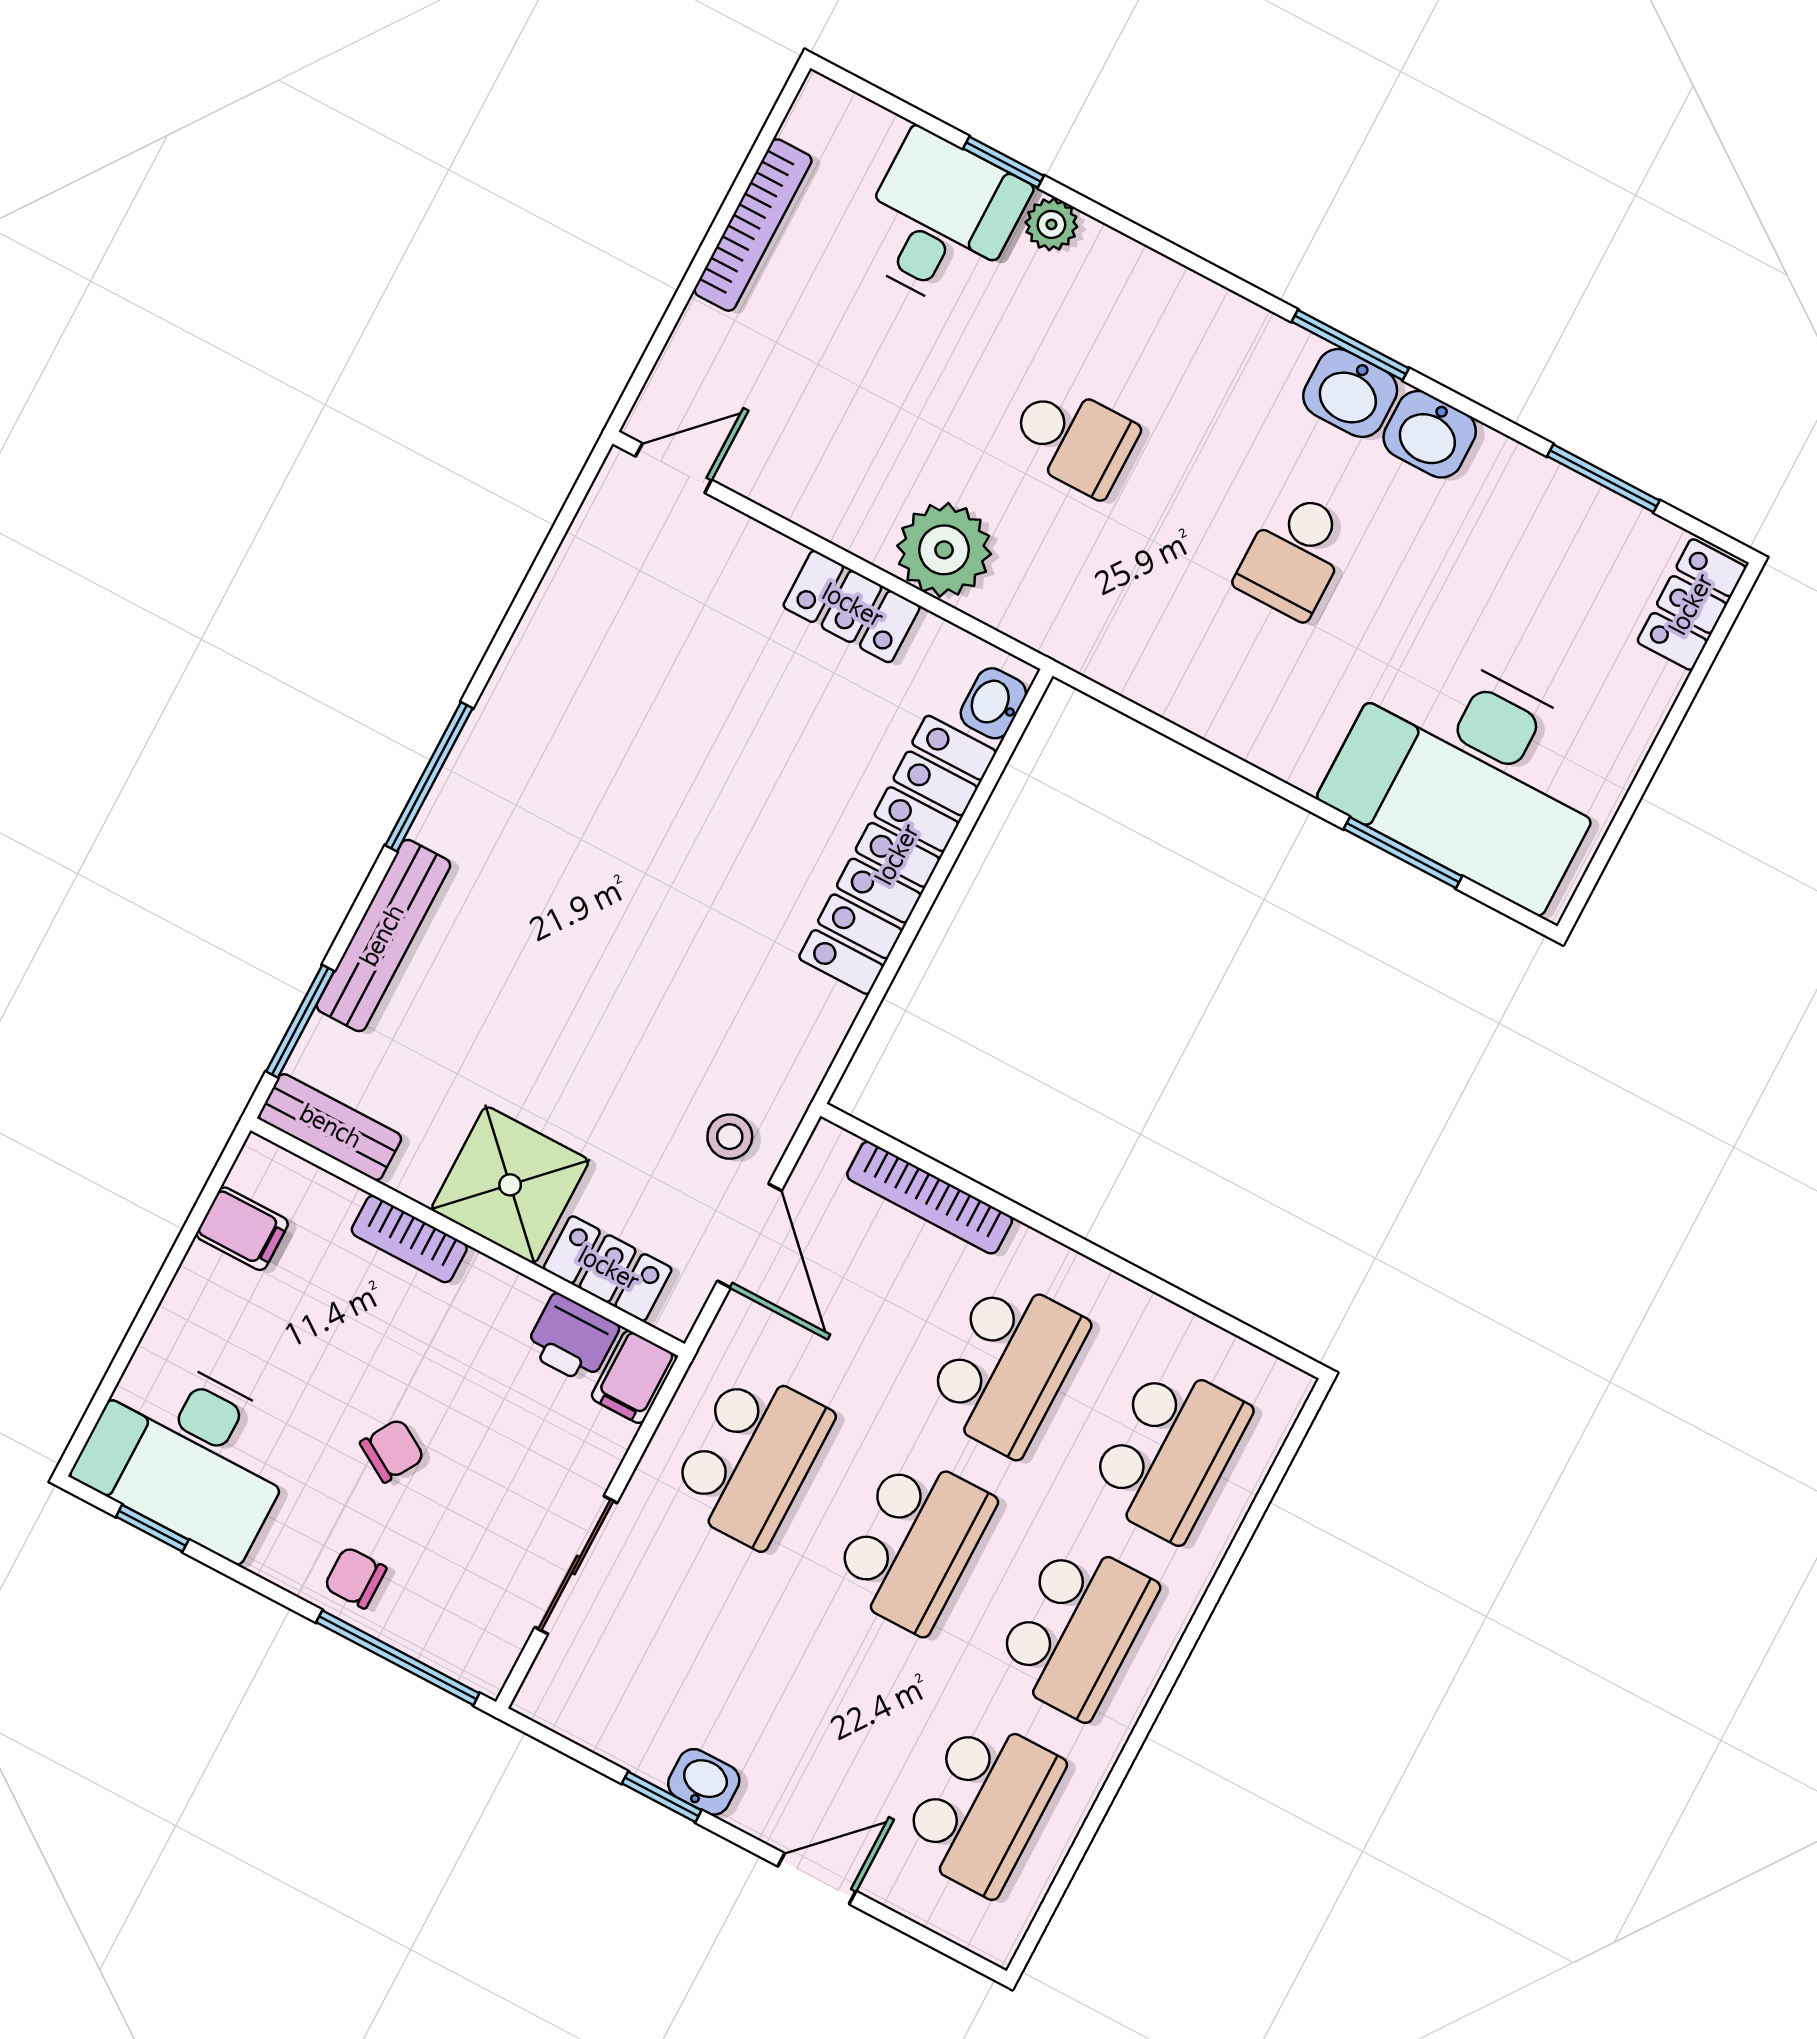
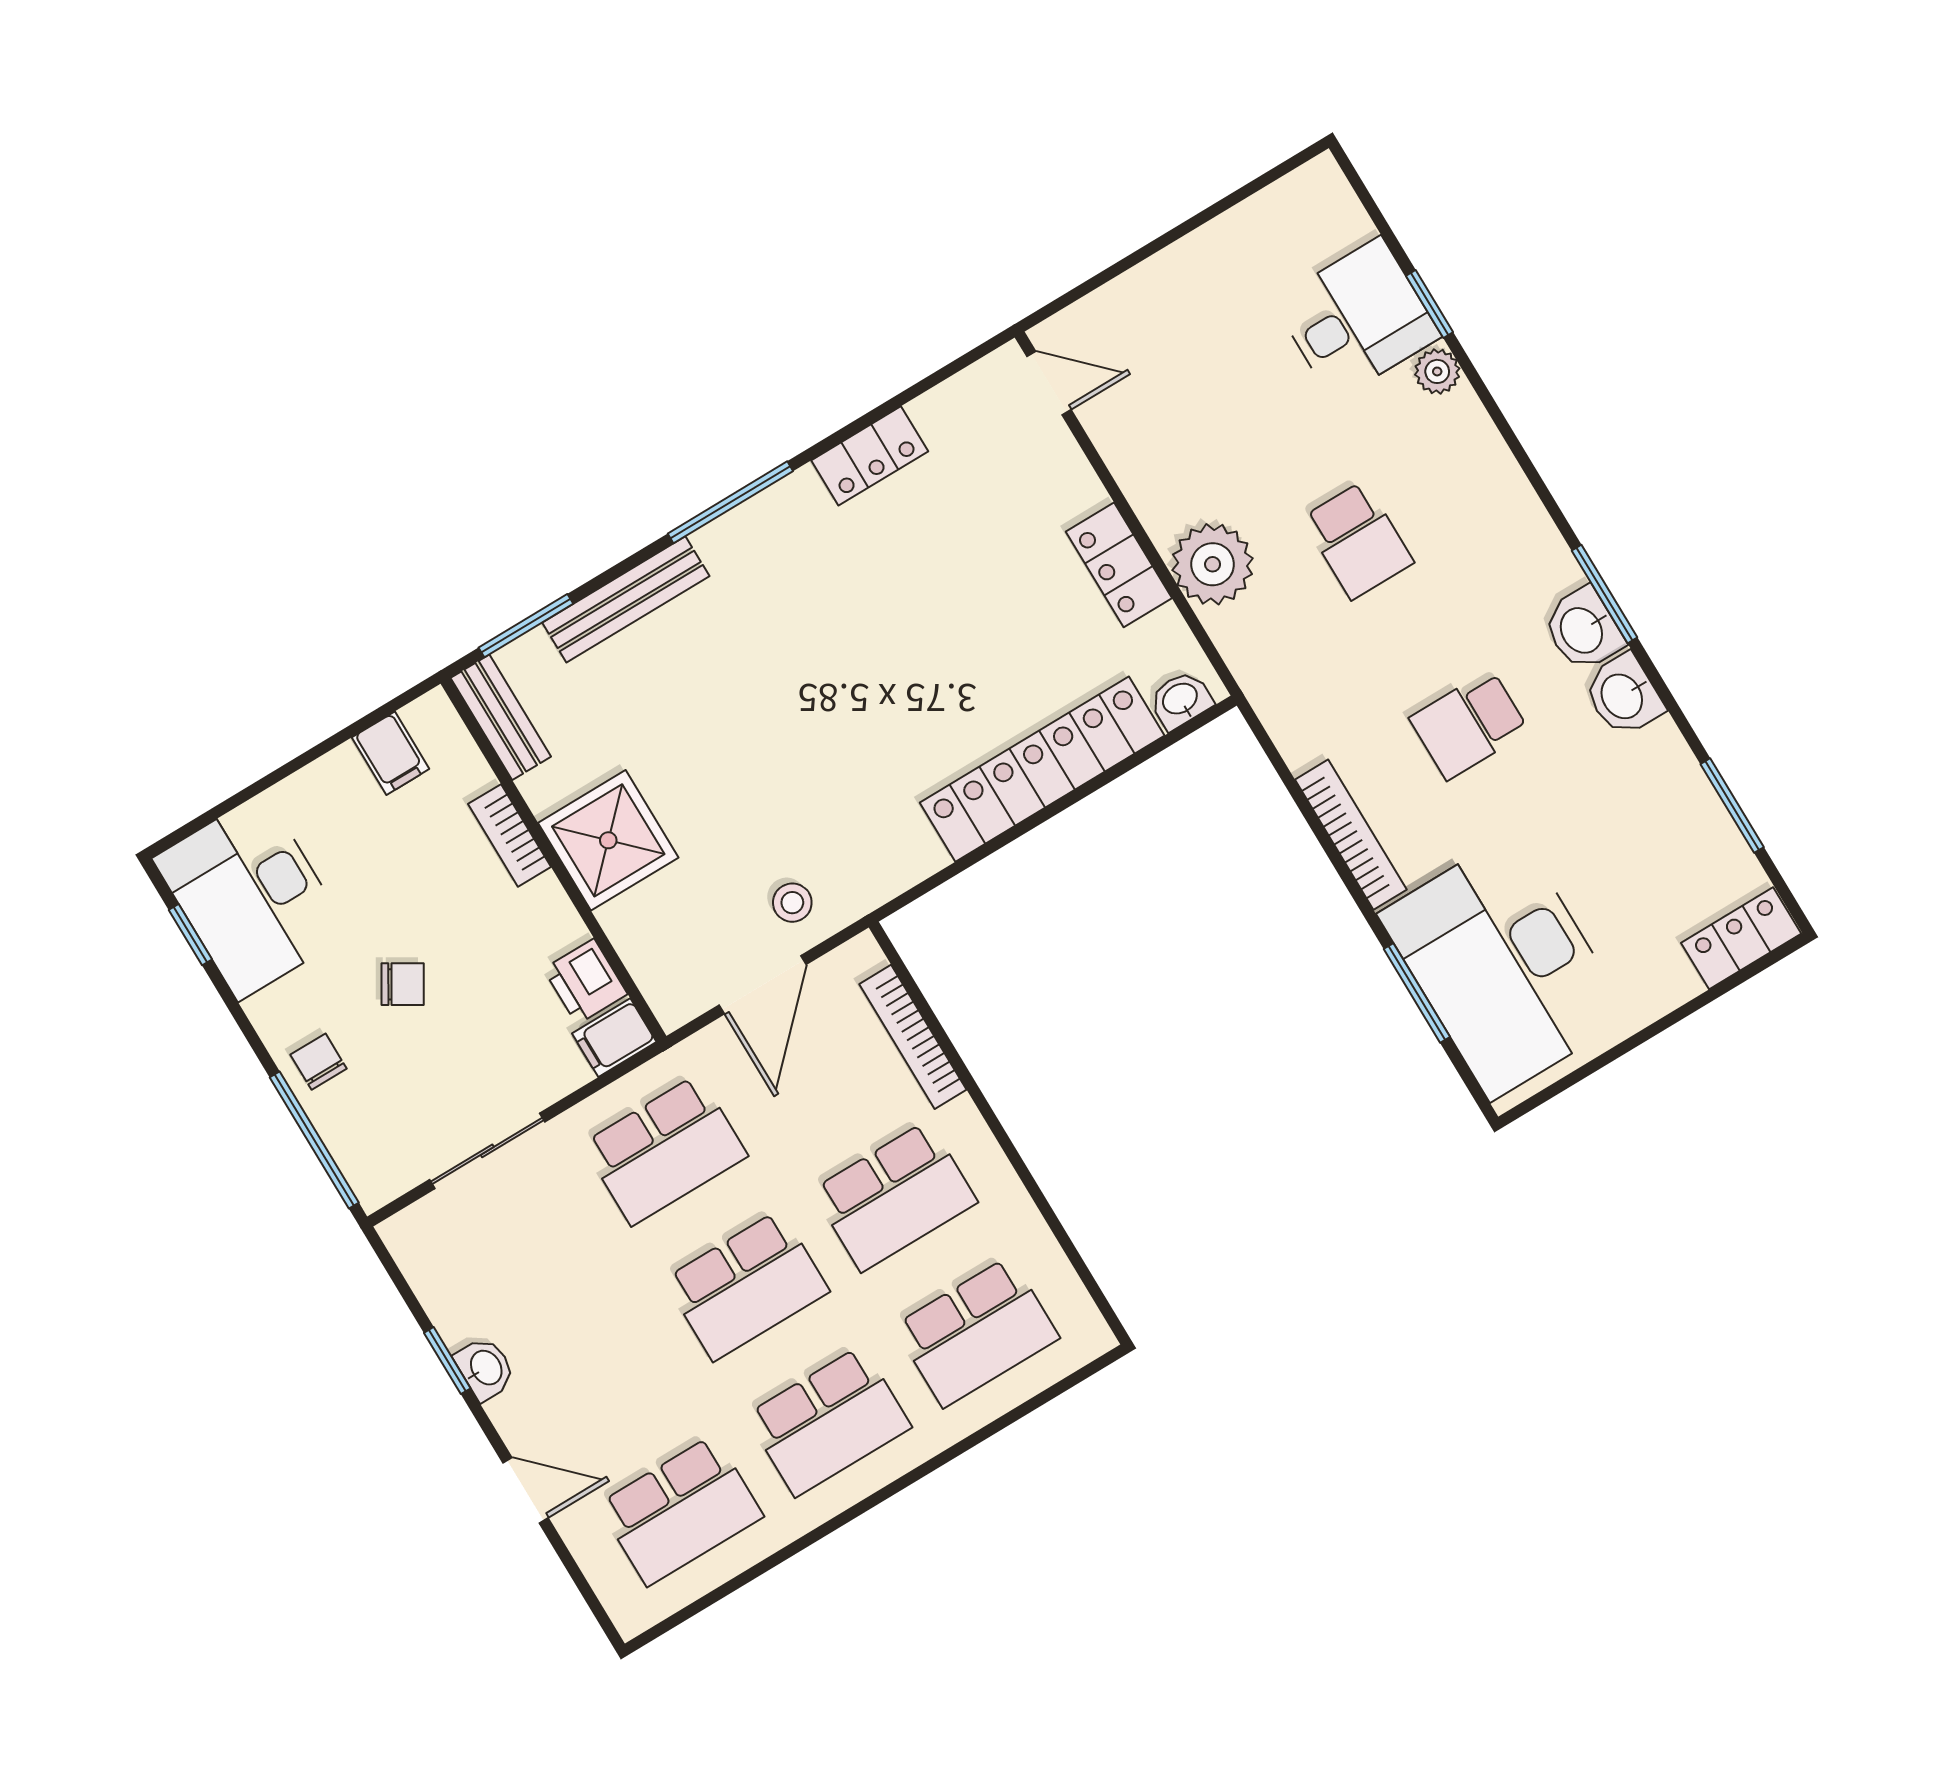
bookcase: (753, 225) -> (1351, 835), moved, turned -90
locker: (608, 1269) -> (870, 456), moved, turned 90

